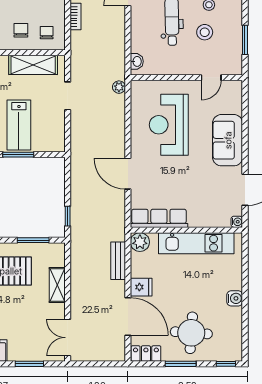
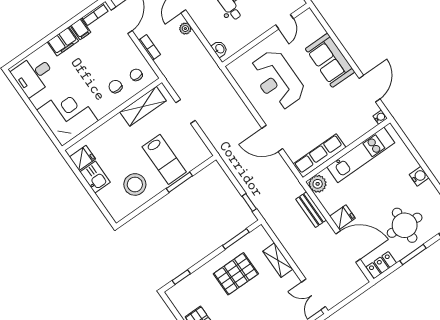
plant: (119, 87) -> (185, 29), moved

